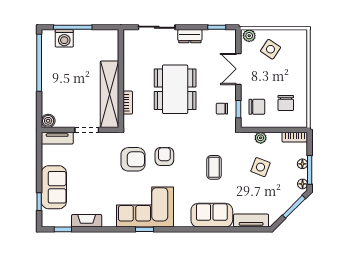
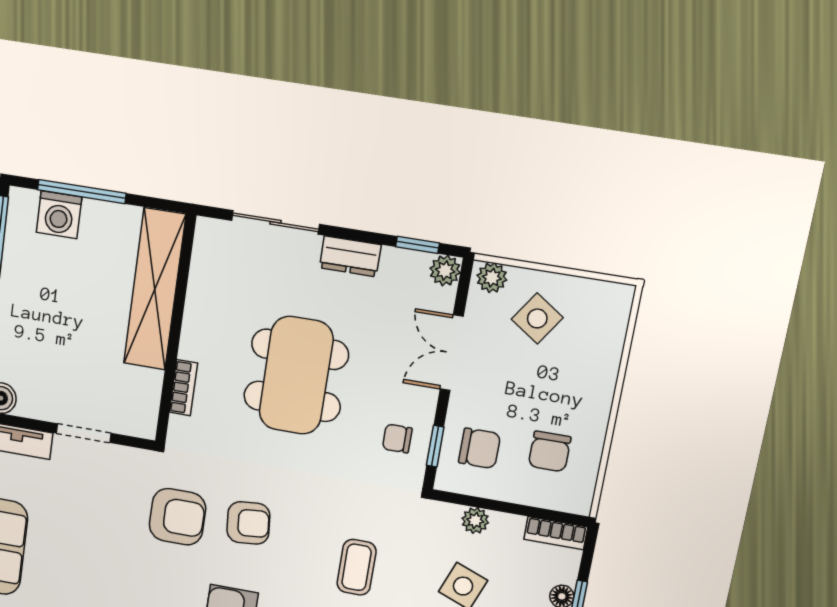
plant: (230, 36) -> (445, 270), added
shelving: (110, 94) -> (155, 289), moved
armchair: (164, 156) -> (248, 523), turned 85

